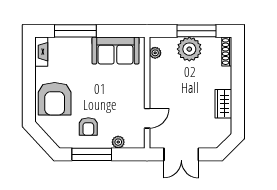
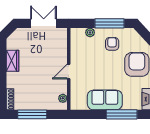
plant: (189, 49) -> (38, 101), removed
sofa: (115, 51) -> (105, 100), moved
door: (147, 118) -> (69, 72), moved

